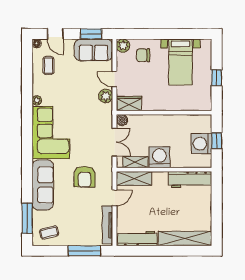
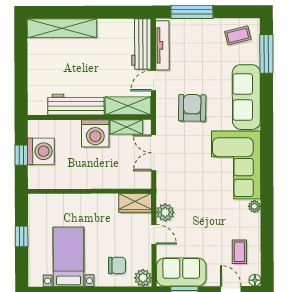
boiler: (122, 120) -> (144, 181), removed
workbench: (190, 180) -> (76, 104), moved
workbench: (137, 238) -> (141, 44), moved, turned 90

